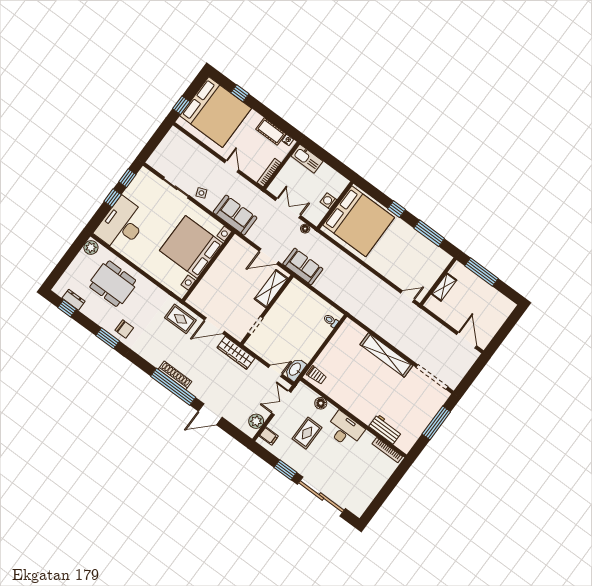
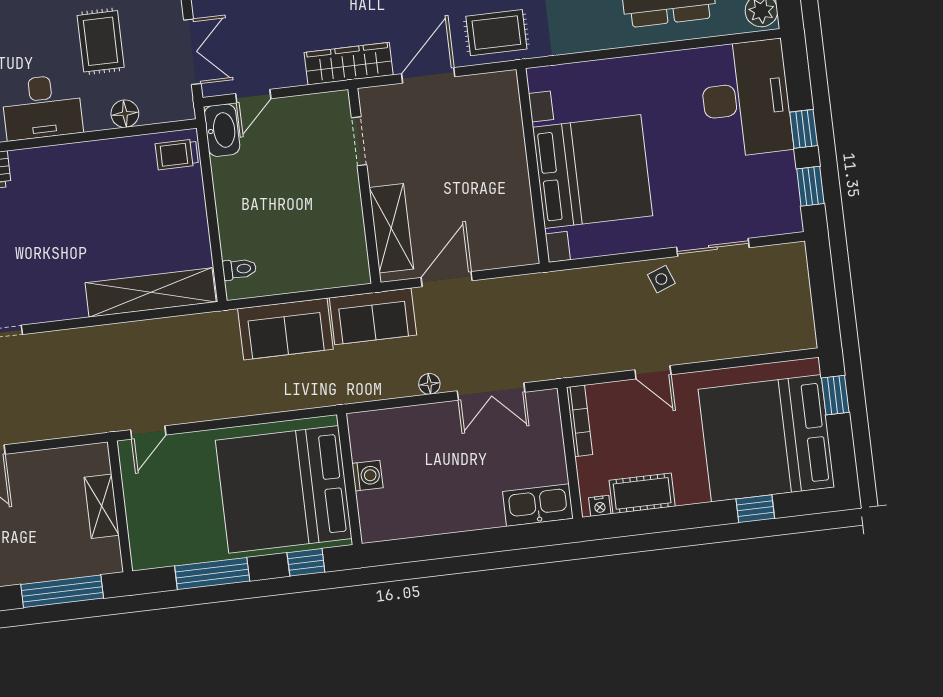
washing machine: (328, 201) -> (367, 476), moved
wall: (335, 205) -> (349, 479), moved
sofa: (235, 215) -> (285, 329), moved
bed: (359, 221) -> (284, 489), moved
shelving: (386, 355) -> (151, 292), moved

